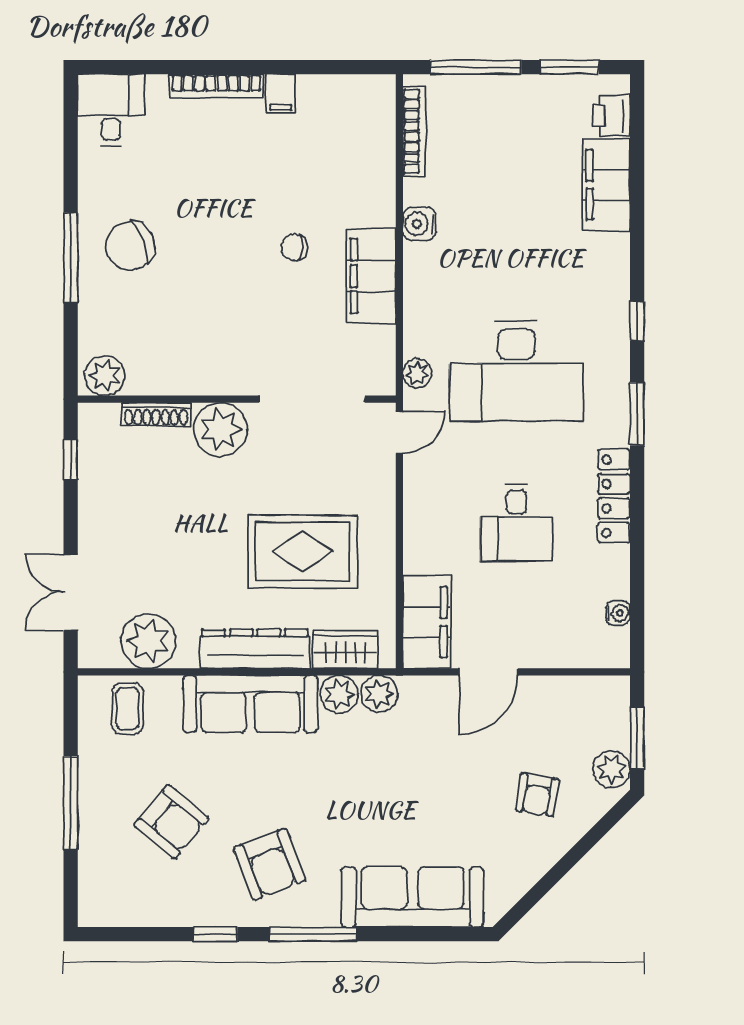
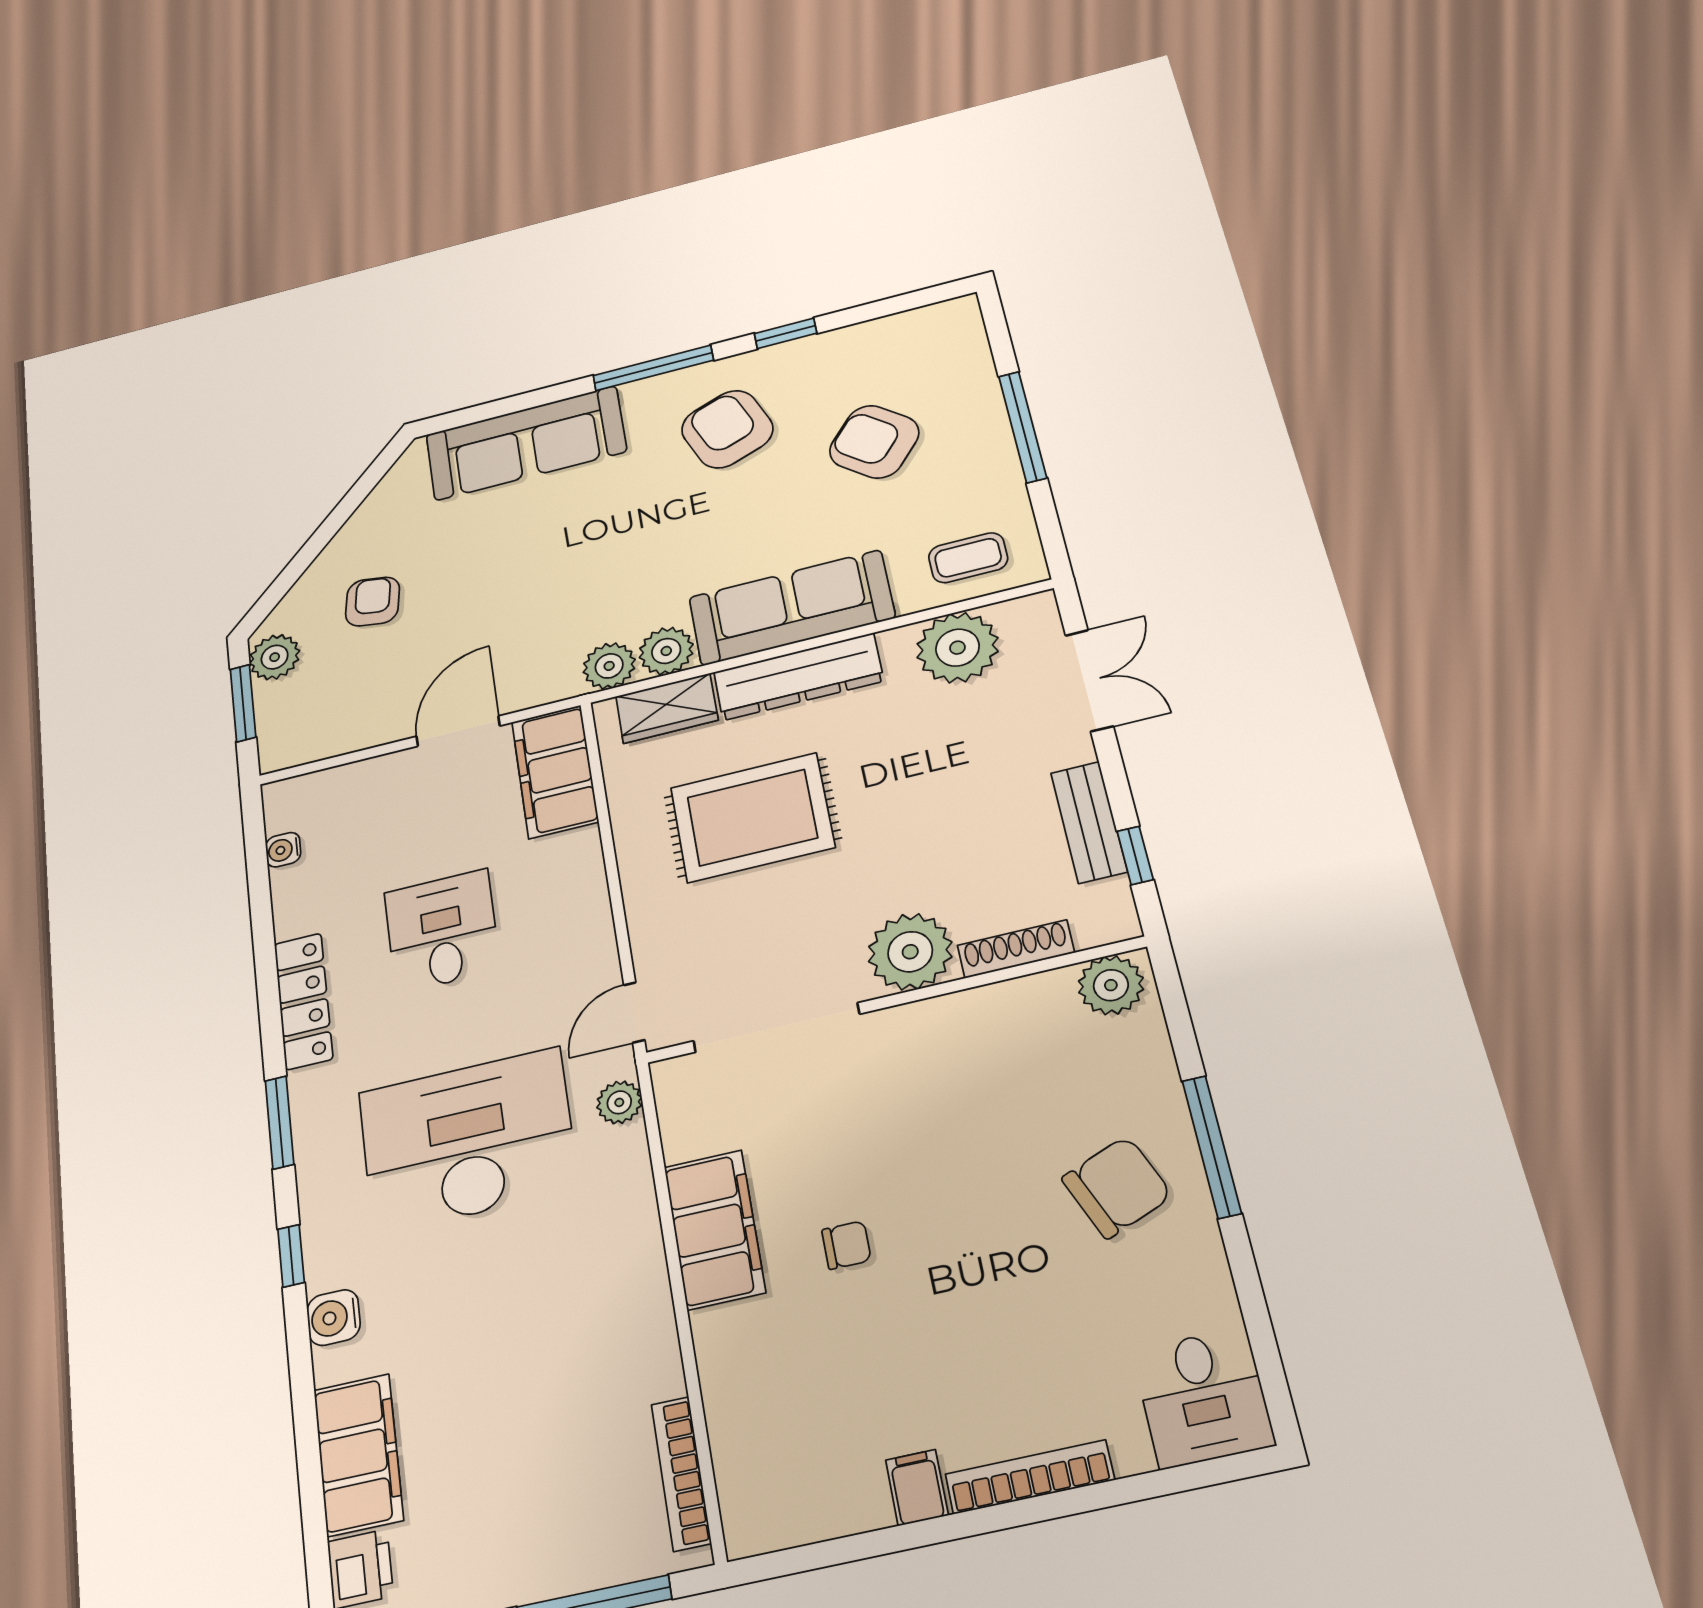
water cooler: (419, 224) -> (334, 1318), moved, turned 180
bench: (93, 490) -> (1089, 822), added
coffee table: (128, 709) -> (968, 558), turned 90

